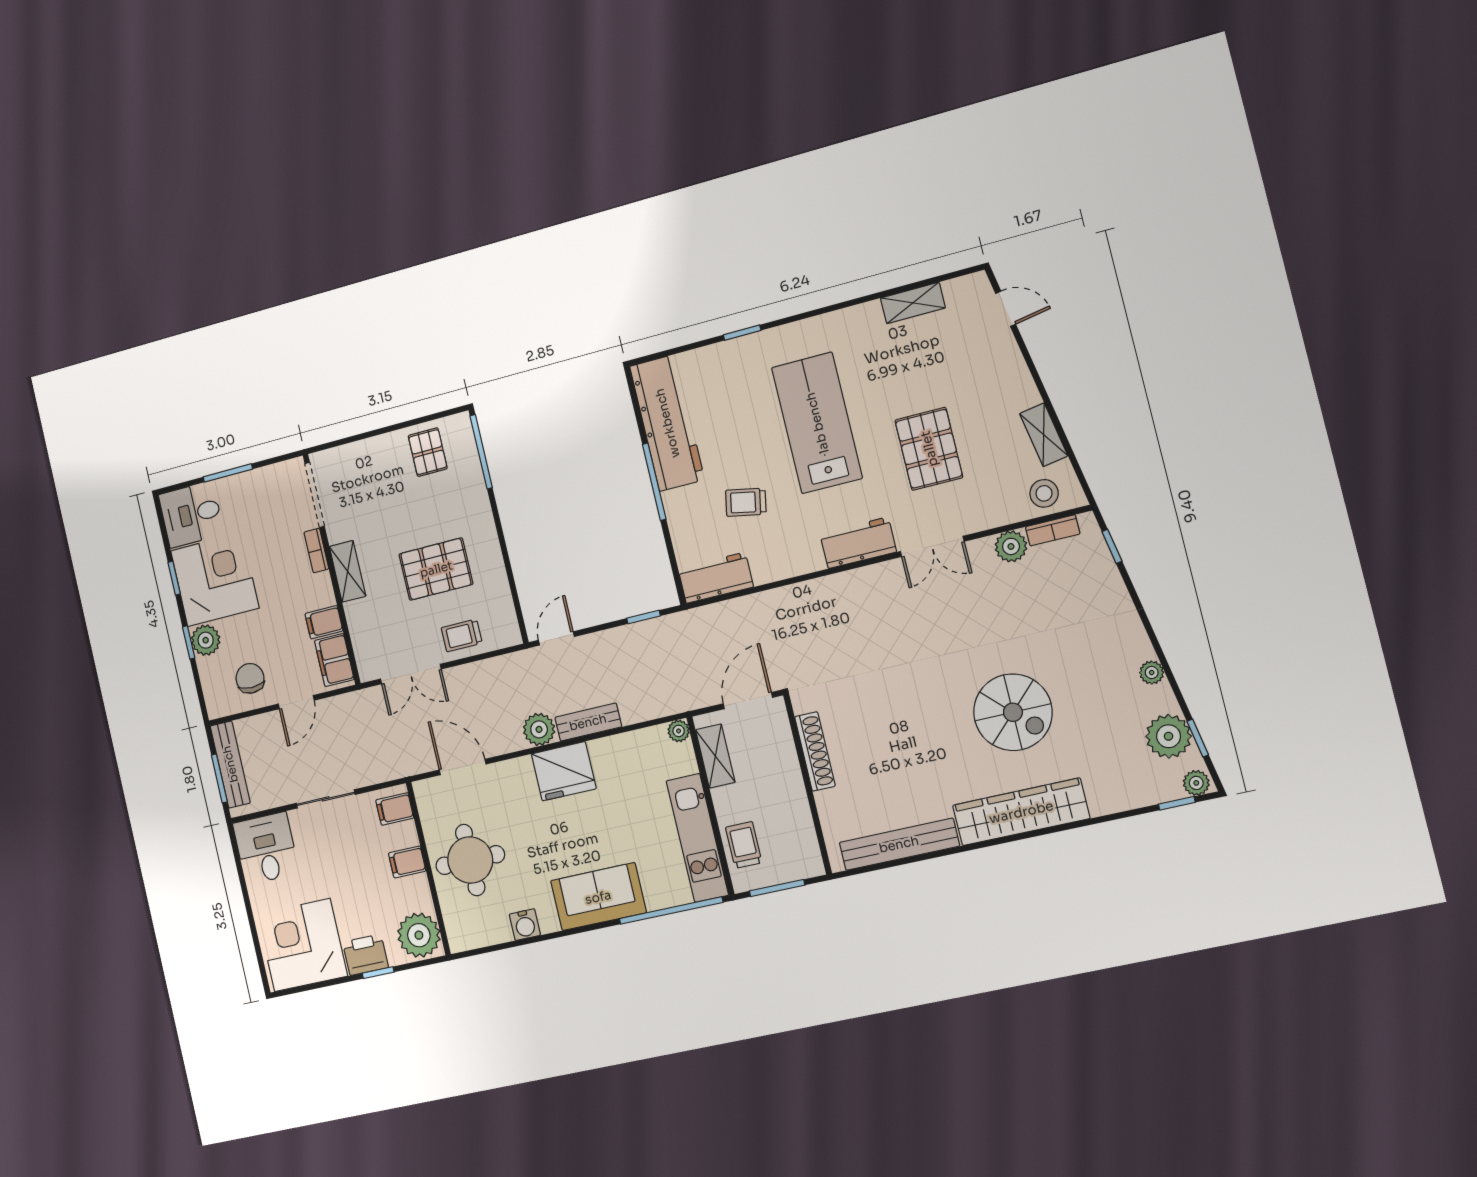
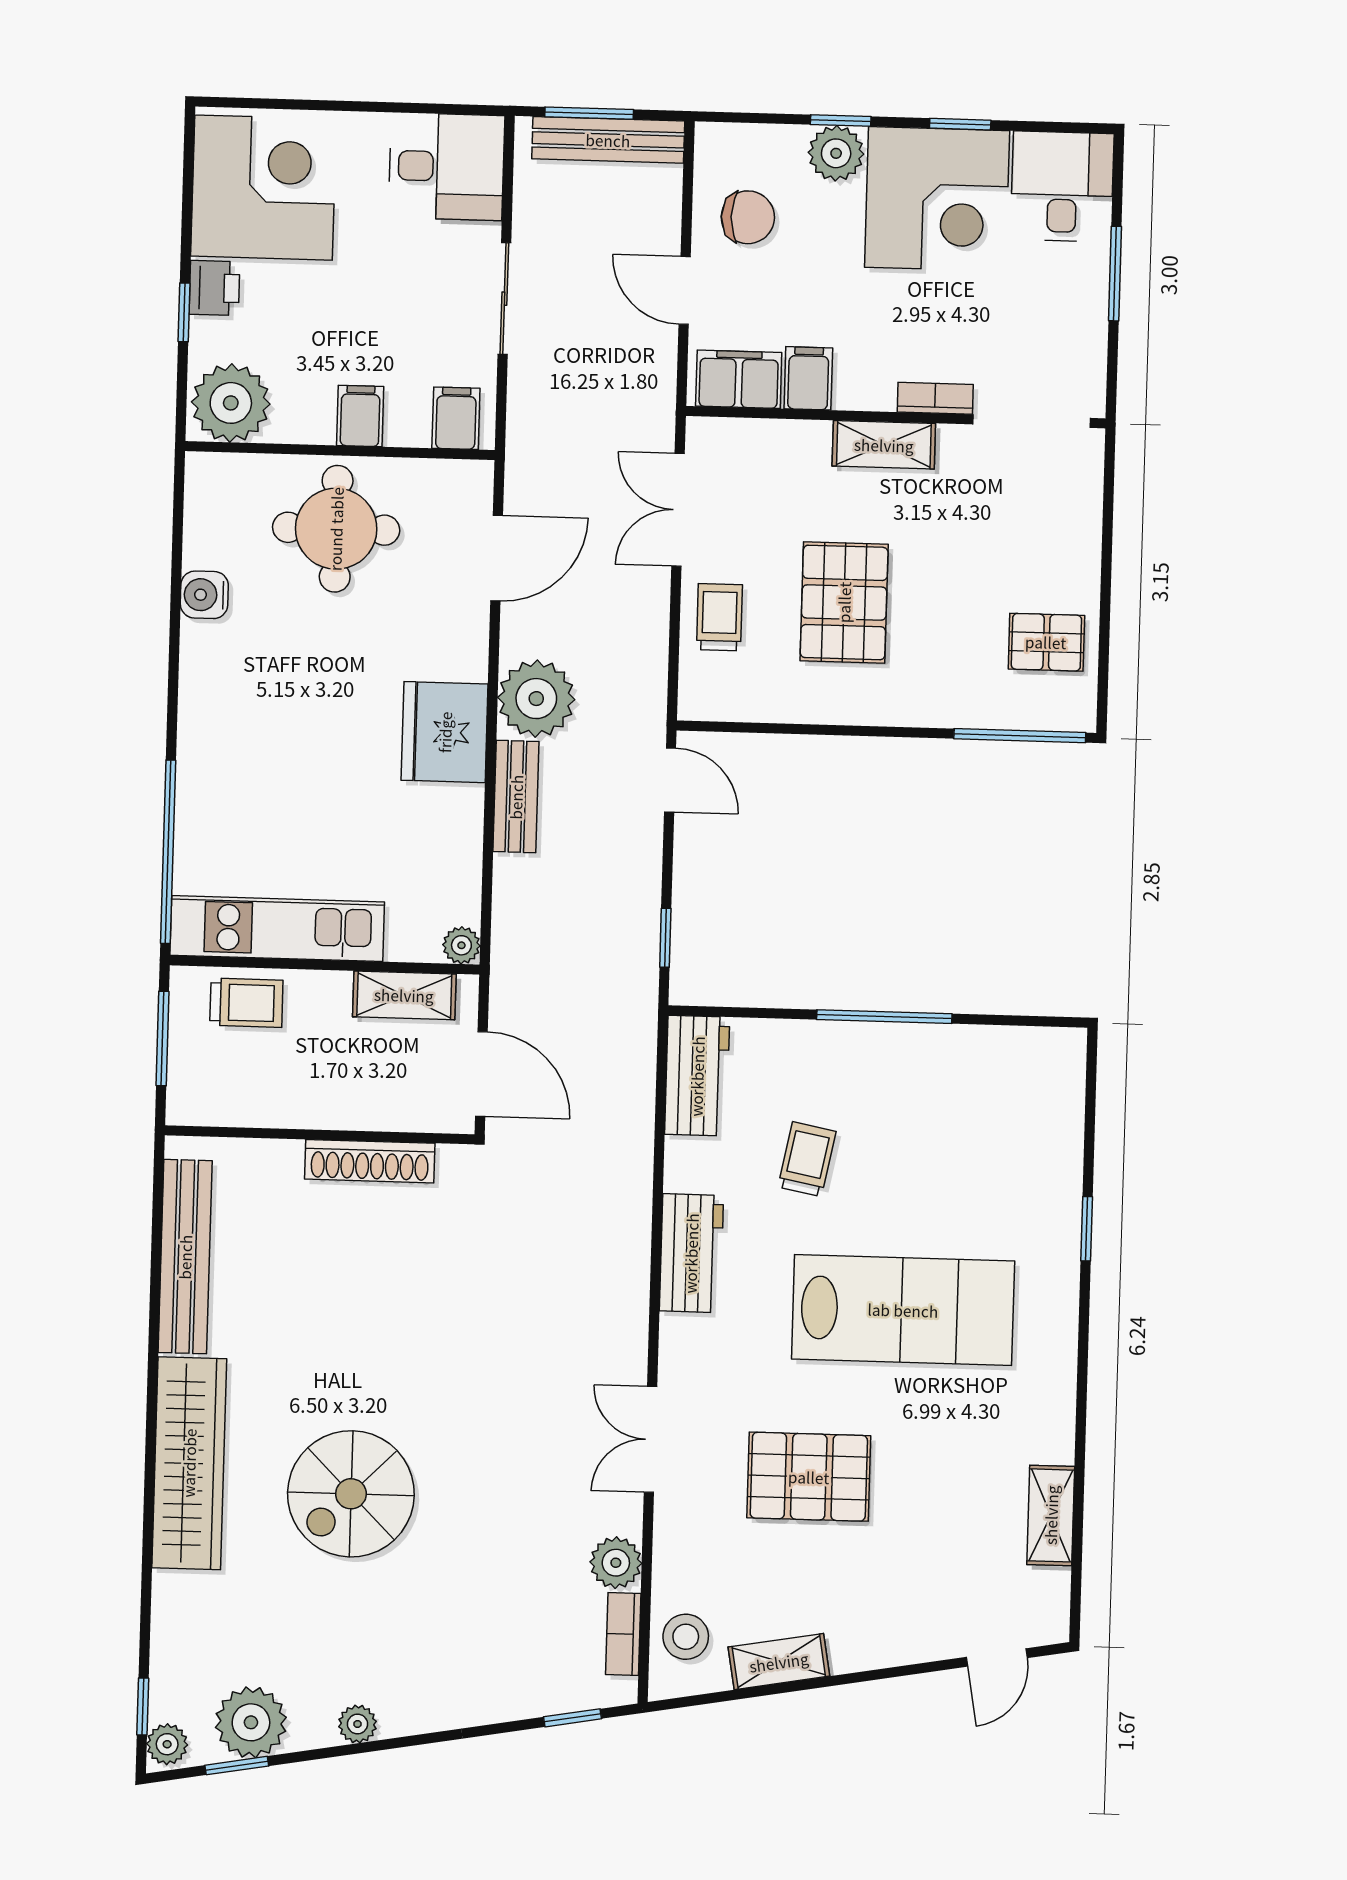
workbench: (667, 423) -> (975, 1065), removed
workbench: (858, 543) -> (691, 1253), moved
plant: (539, 729) -> (536, 699), width x1.36, depth x1.36
sofa: (598, 897) -> (221, 735), removed
printer: (365, 955) -> (214, 288), width x0.73, depth x0.81

